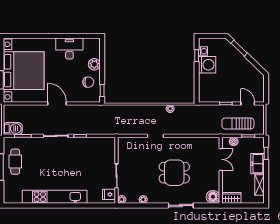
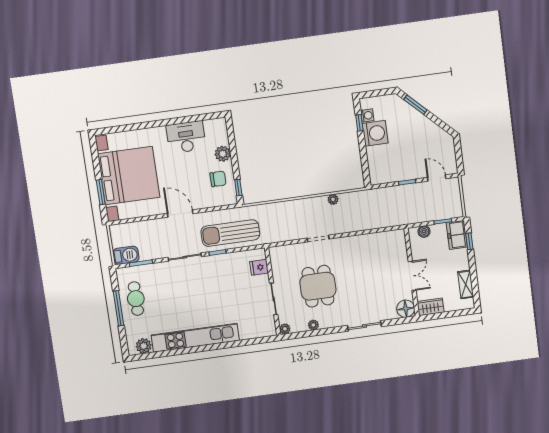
sun lounger: (238, 123) -> (230, 233), moved, width x1.36, depth x1.34
double door: (221, 159) -> (412, 276), moved
freezer: (257, 164) -> (457, 235), moved
dining table: (174, 173) -> (318, 286), moved, turned 90
fridge: (109, 194) -> (259, 267), moved
plant: (16, 198) -> (144, 346), added

